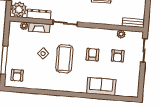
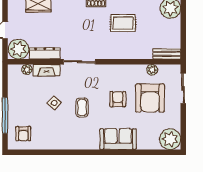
armchair: (118, 56) -> (150, 98), width x1.88, depth x1.88
coffee table: (64, 59) -> (82, 107), width x0.54, depth x0.58
sofa: (101, 86) -> (118, 139), moved
plant: (131, 89) -> (170, 139), added

